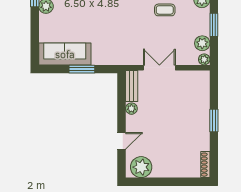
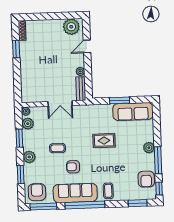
rug: (104, 18) -> (104, 141), added
window: (214, 120) -> (16, 49), moved

